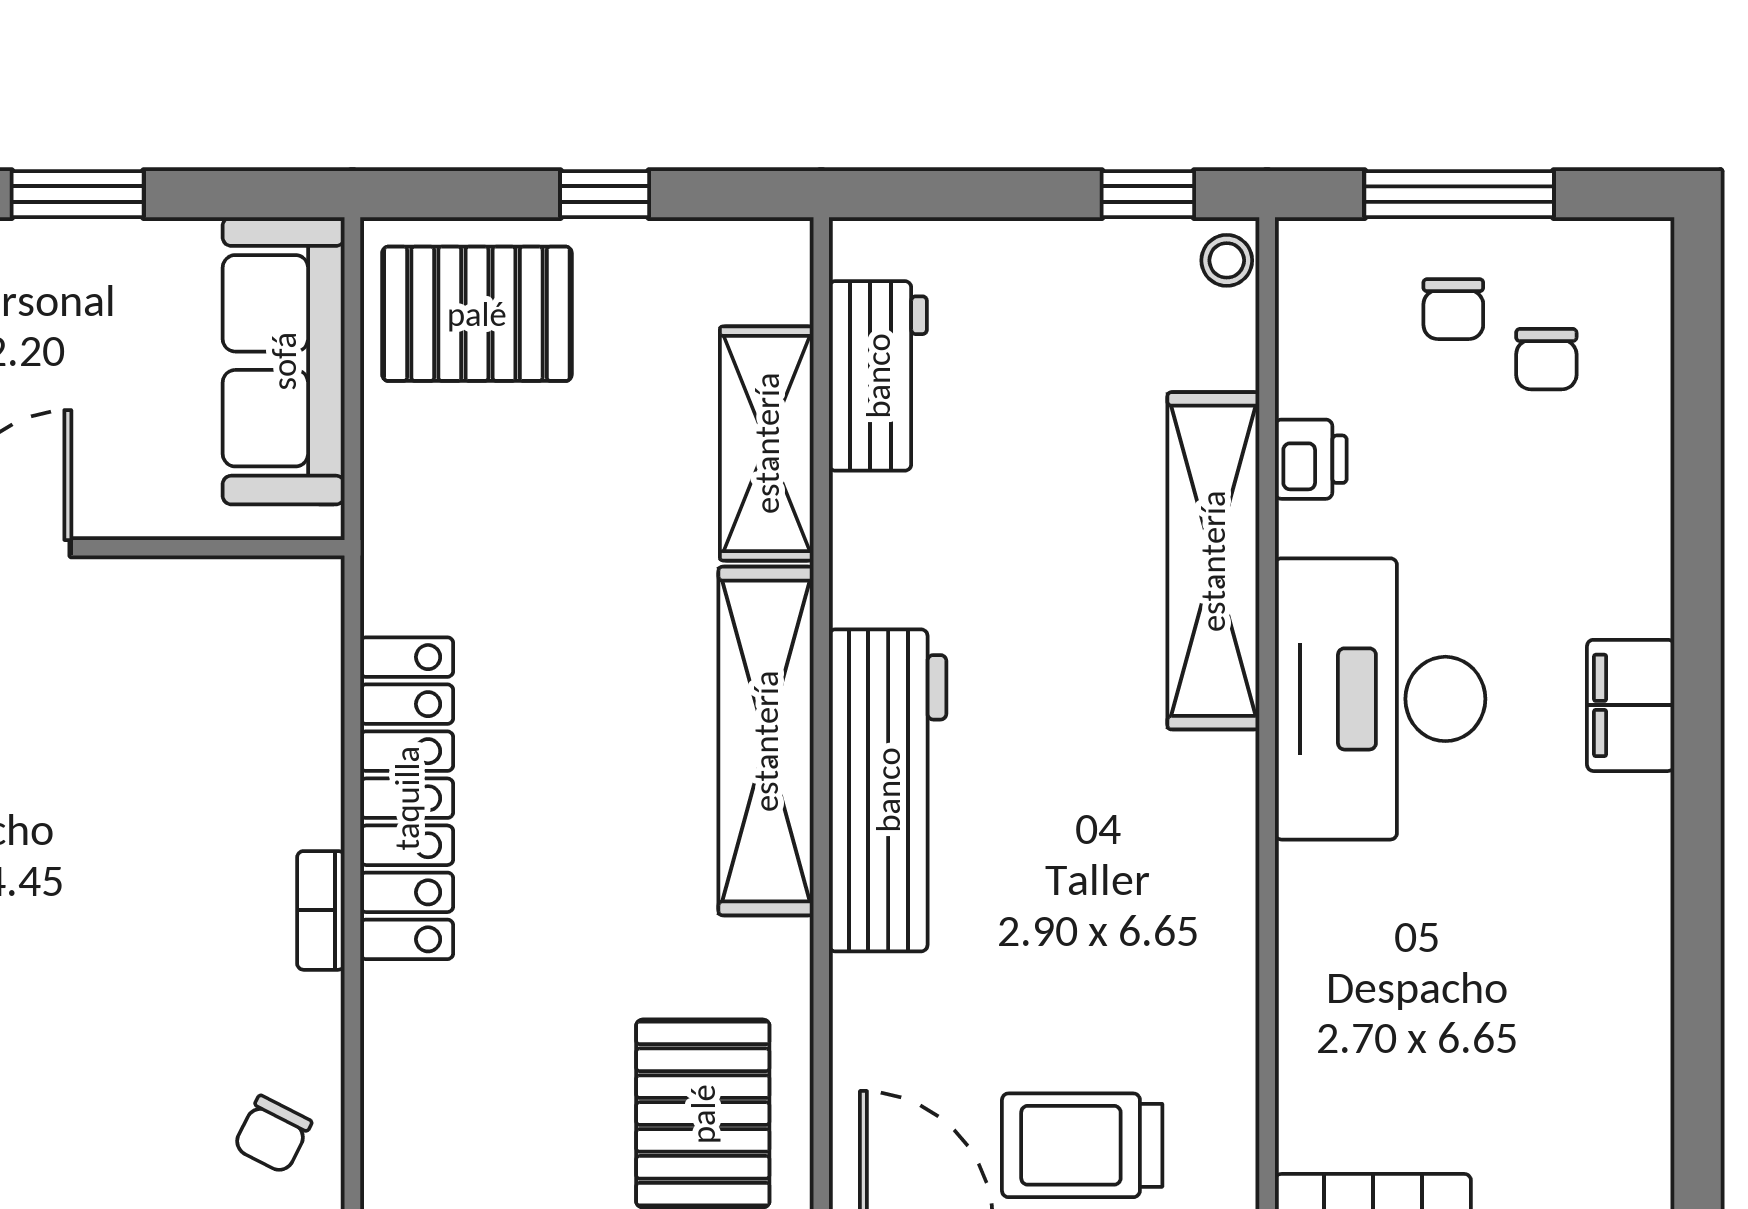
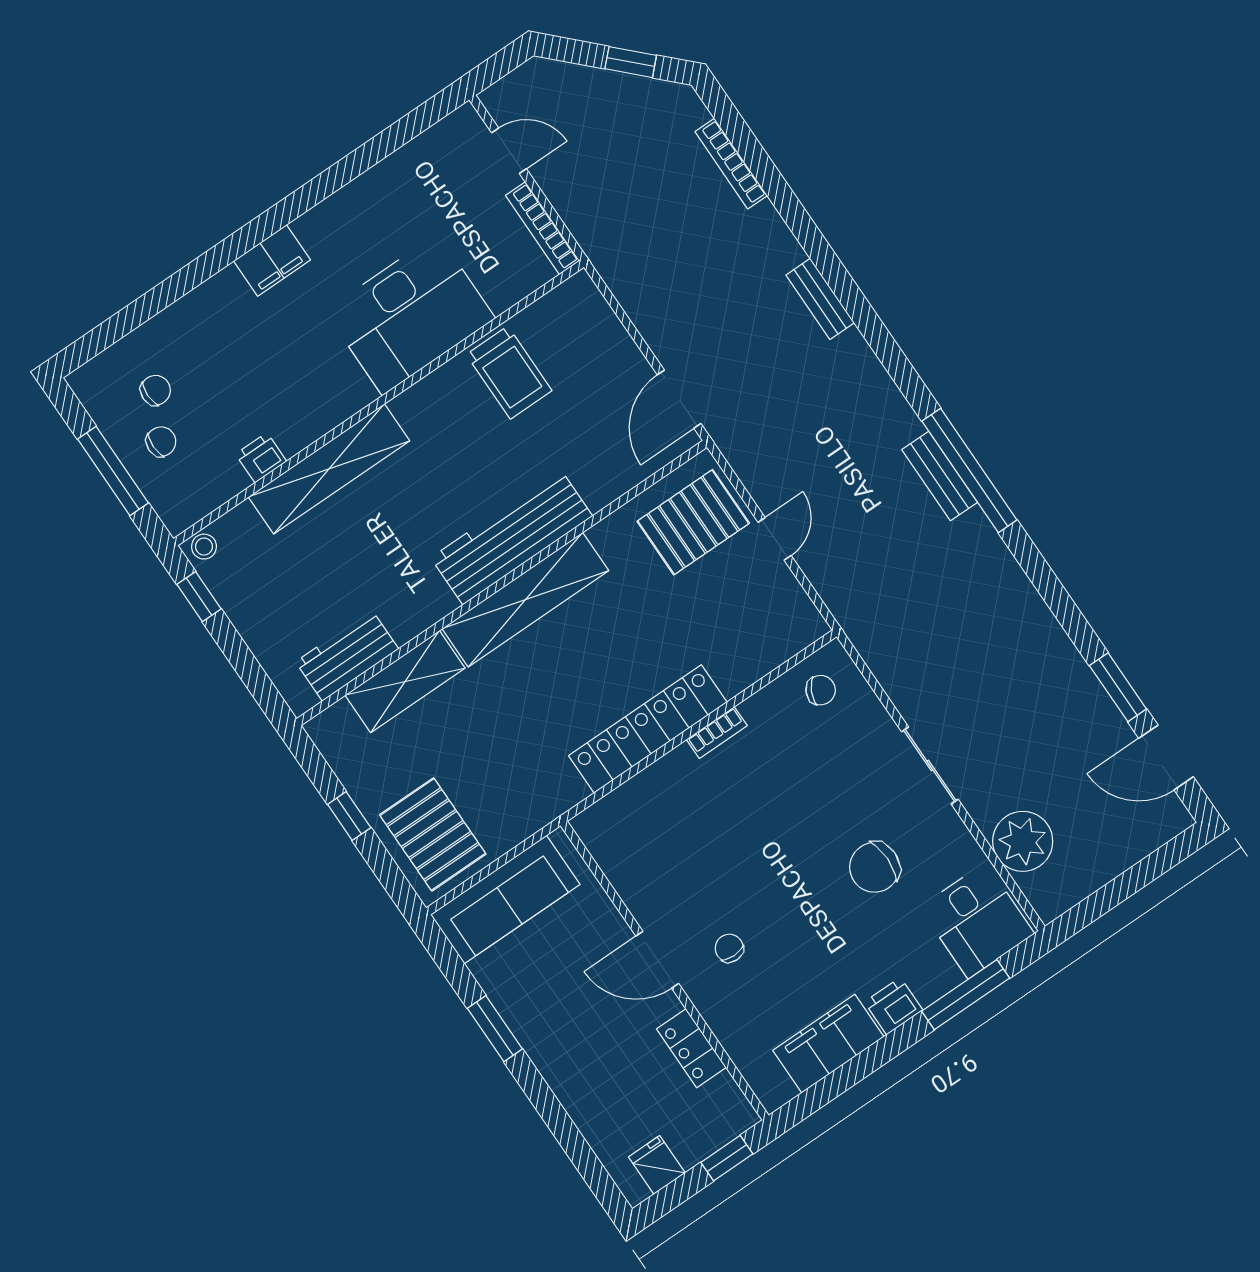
desk: (1380, 699) -> (410, 315), moved
trolley: (1082, 1145) -> (509, 373), moved

